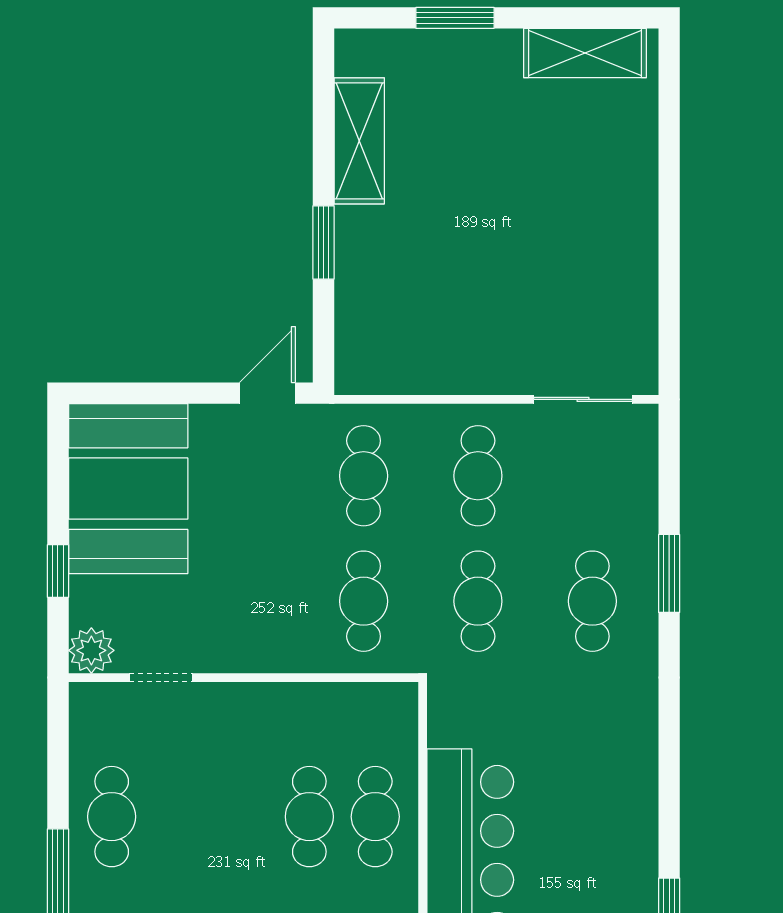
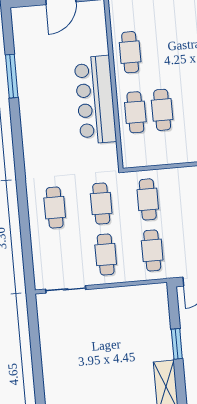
window: (669, 573) -> (24, 222), removed

